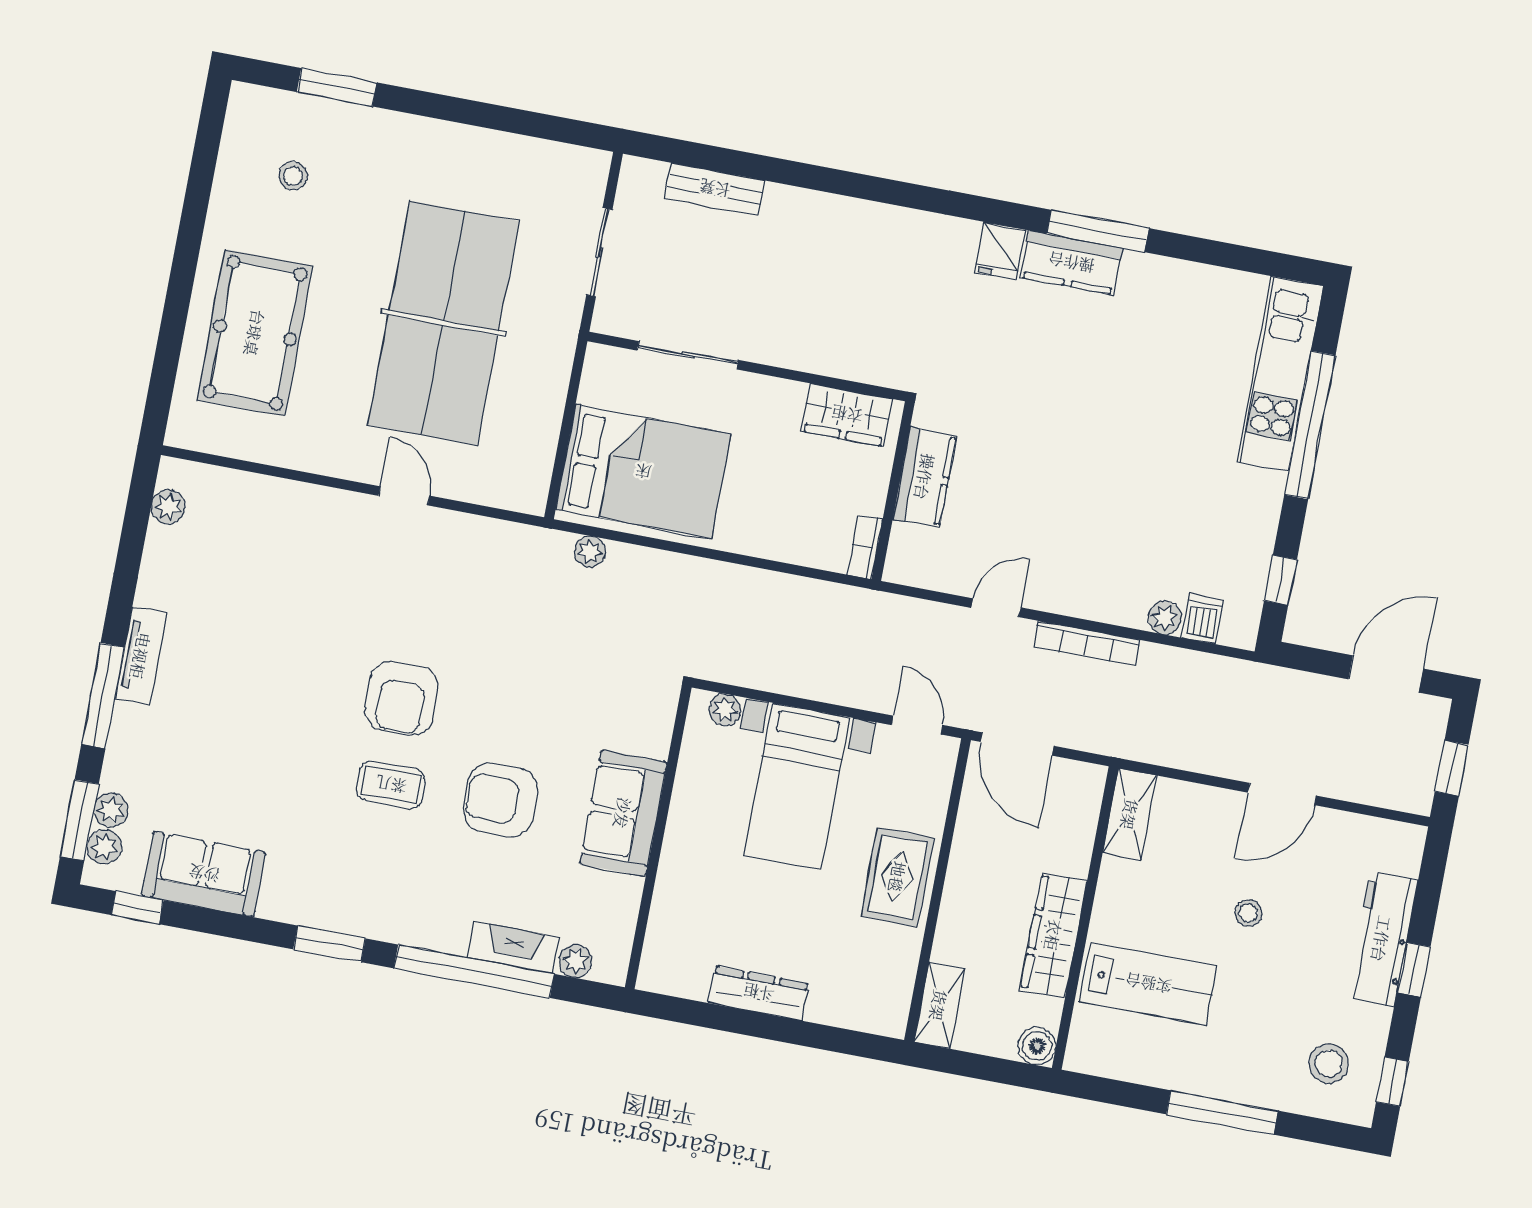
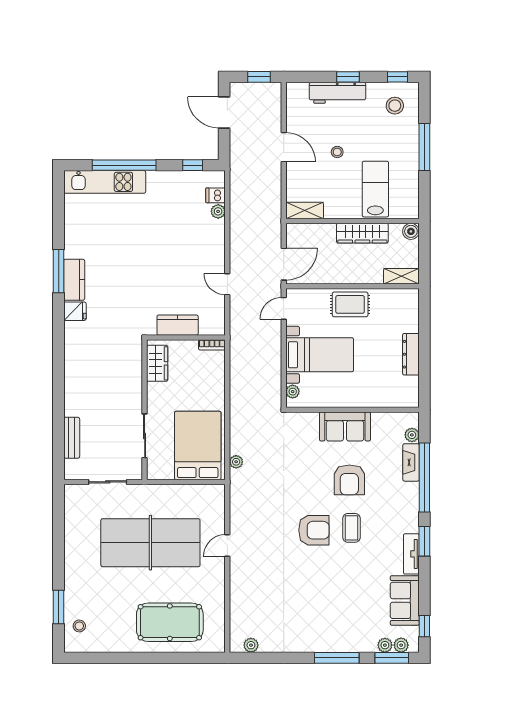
stool: (293, 176) -> (79, 626), moved
bookcase: (1087, 643) -> (235, 243), removed
tv unit: (141, 656) -> (411, 554), moved, turned -90

